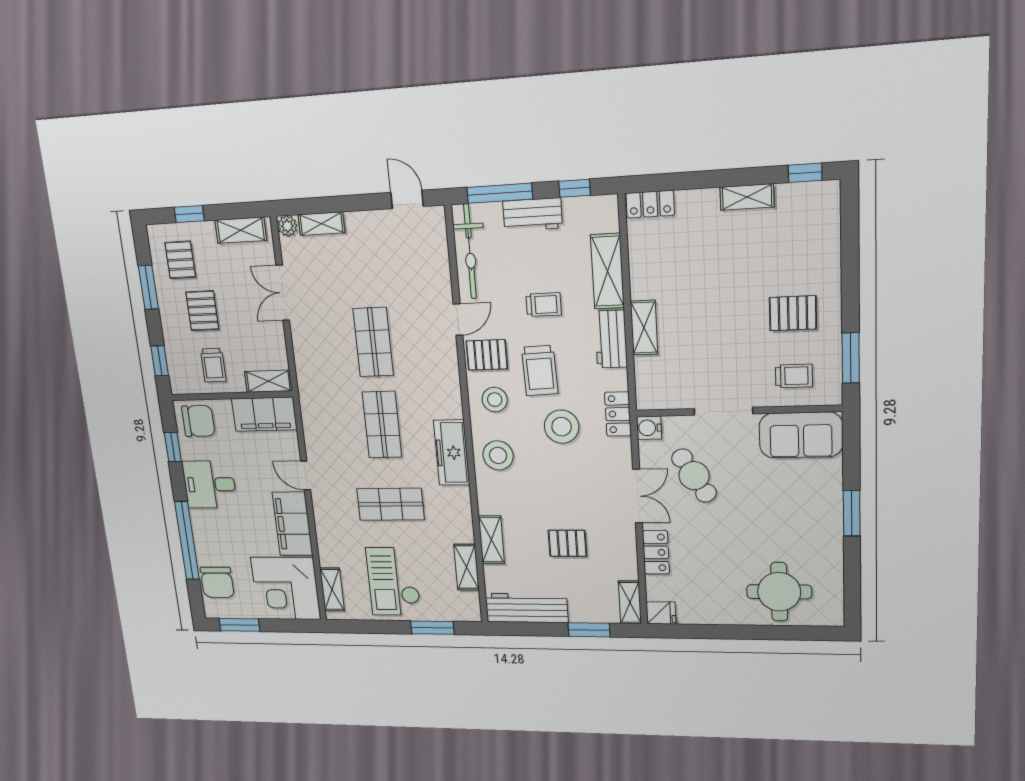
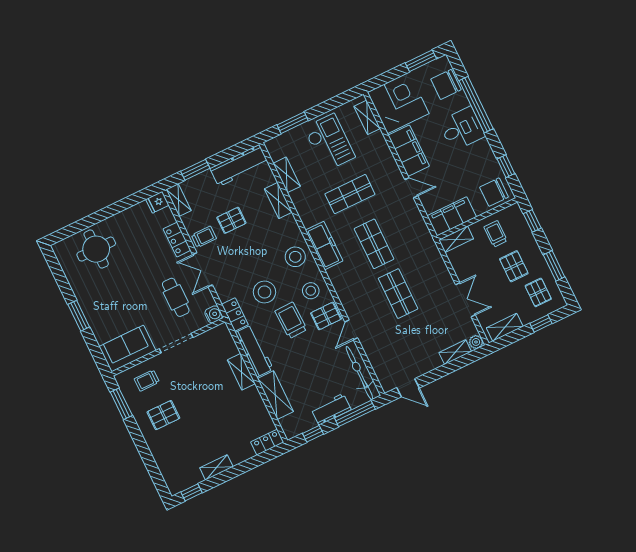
trolley: (544, 305) -> (204, 237), moved, turned 180
workbench: (611, 339) -> (254, 351), width x1.38
cafe table: (694, 476) -> (176, 297), turned 31
desk: (209, 484) -> (462, 129), moved
chair: (217, 582) -> (446, 84), turned -90

